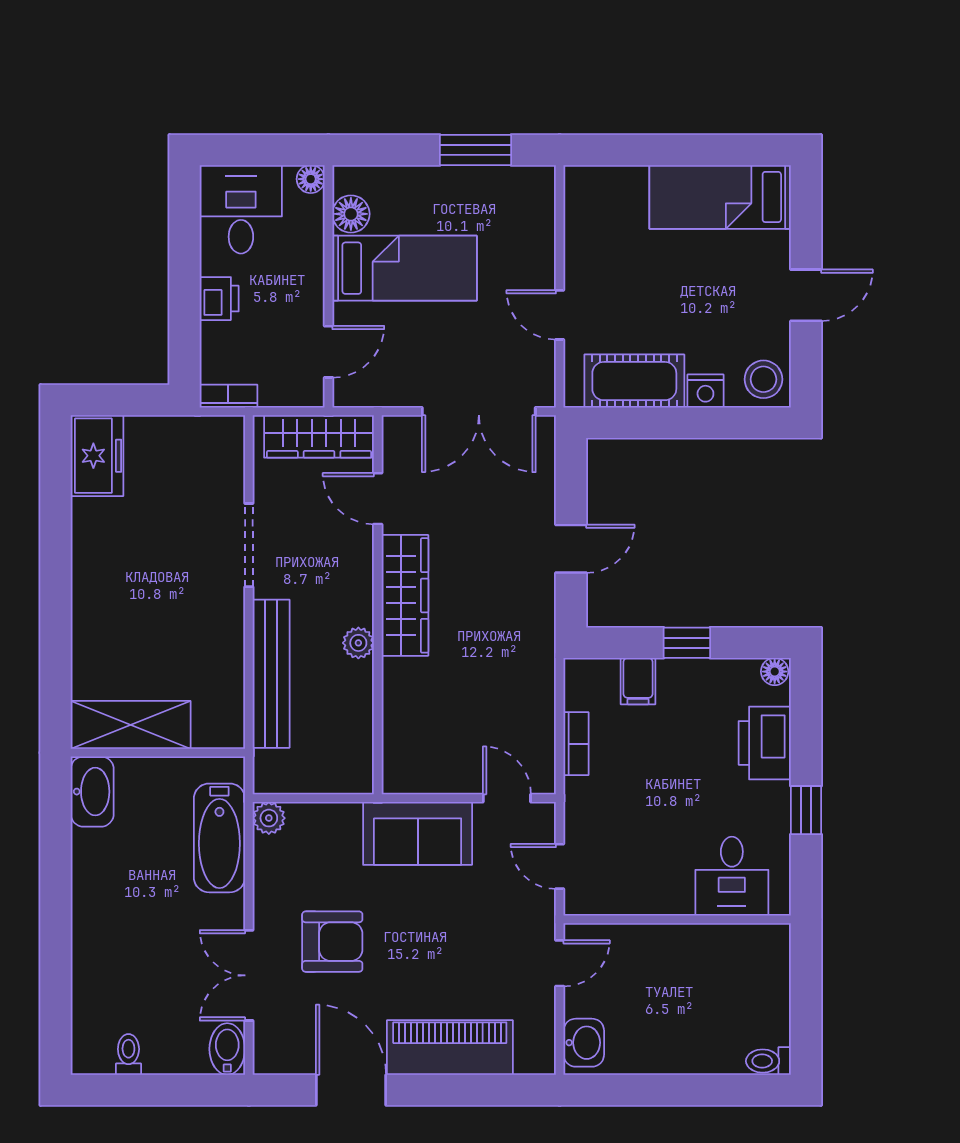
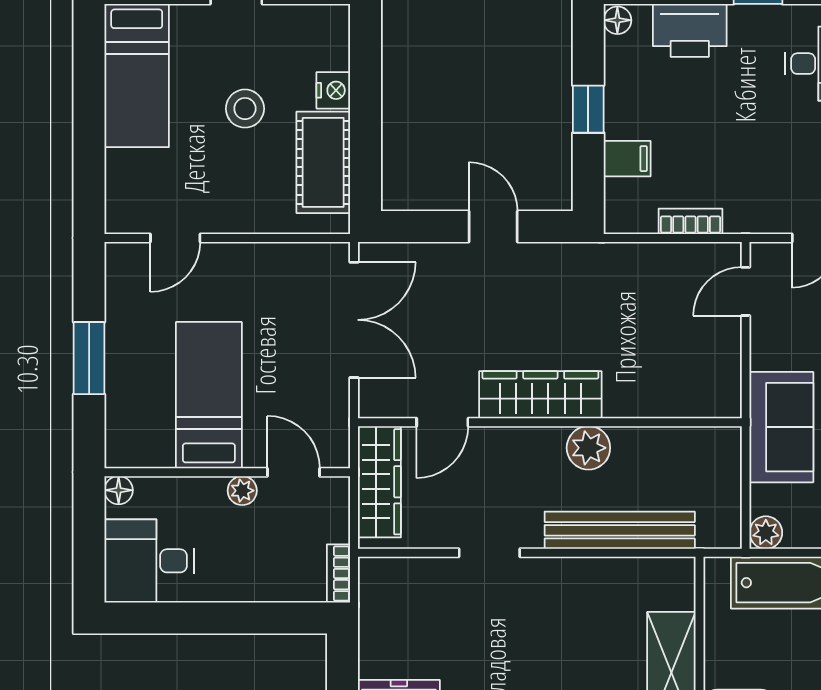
window: (476, 150) -> (89, 358), moved
floor lamp: (351, 214) -> (154, 449), removed
printer: (219, 299) -> (240, 583), removed
plant: (310, 301) -> (242, 491), added
door: (560, 315) -> (175, 238), moved
stool: (763, 379) -> (245, 109), moved
doorway: (249, 545) -> (489, 553), width x0.73
plant: (358, 643) -> (588, 448), width x1.38, depth x1.38
sofa: (418, 833) -> (781, 427), moved

